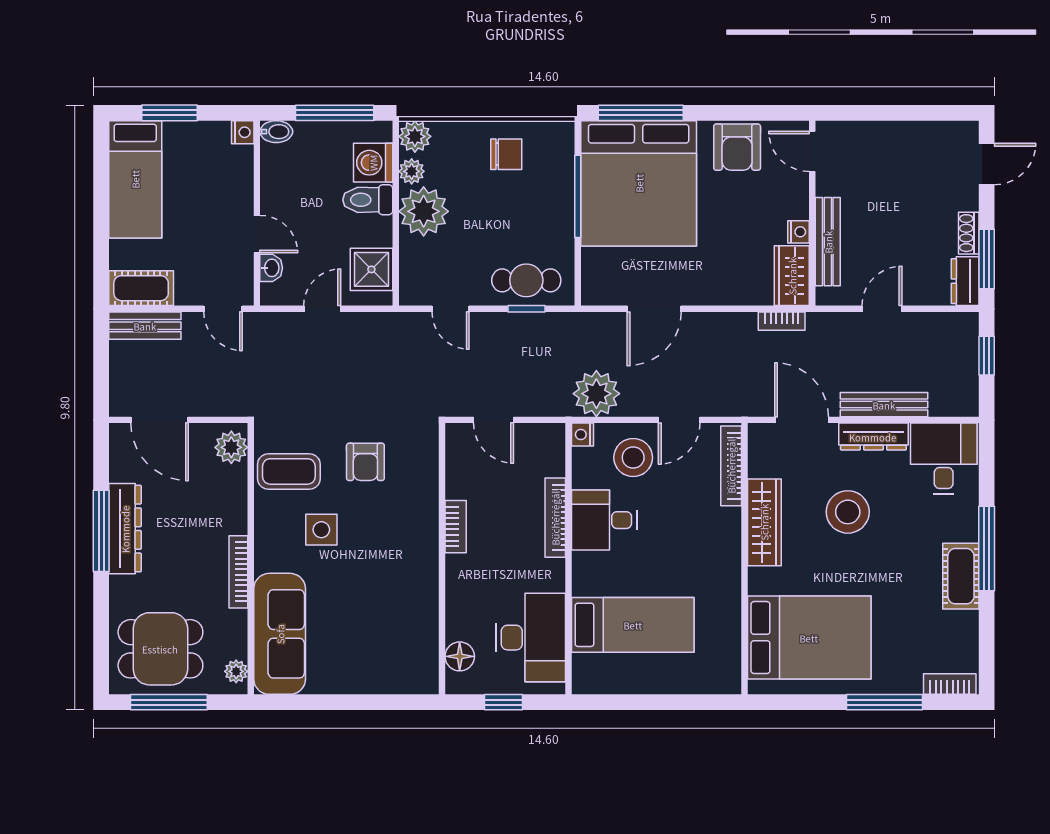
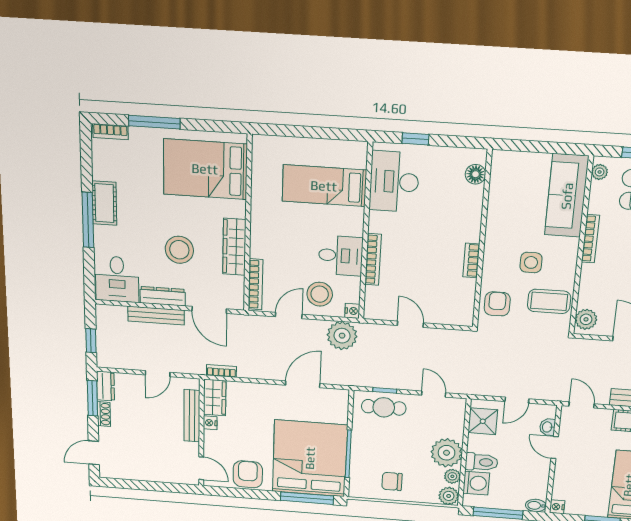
bookcase: (456, 527) -> (471, 260), moved
wall: (442, 559) -> (482, 240), moved
floor lamp: (460, 656) -> (475, 174), moved

